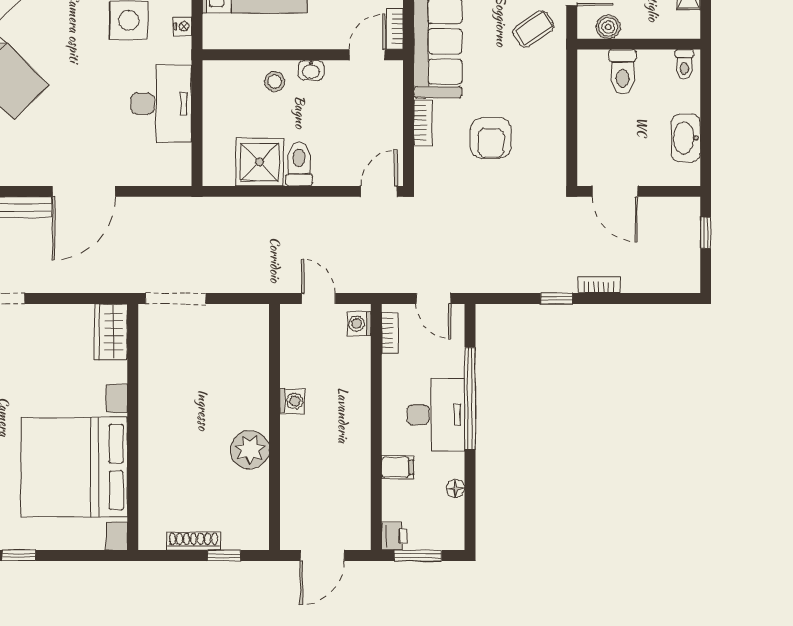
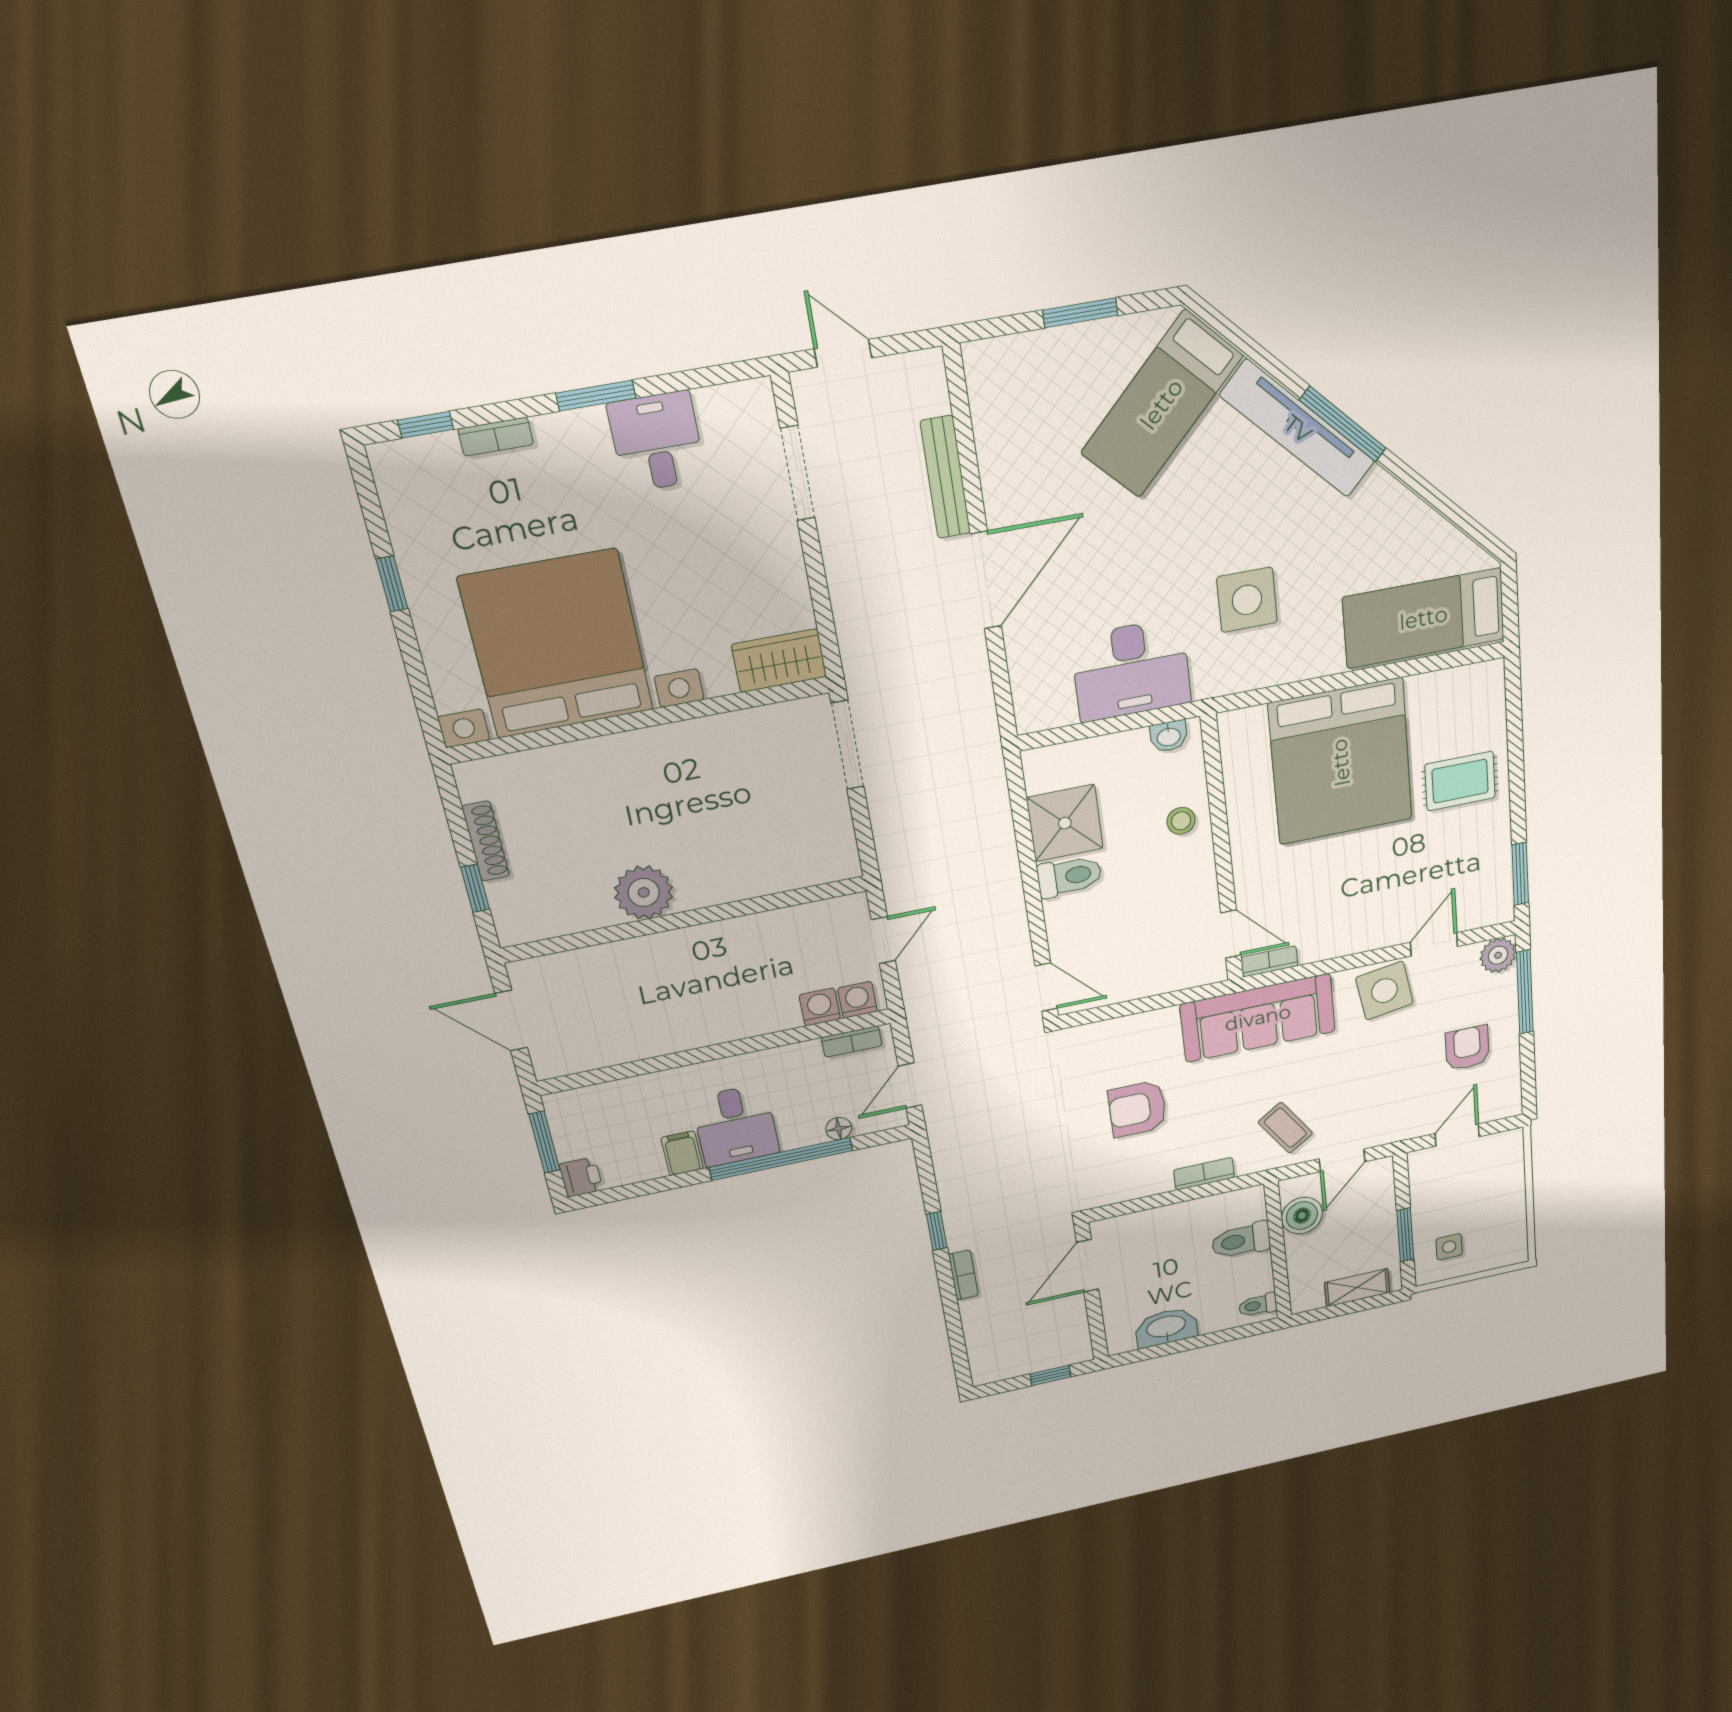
nightstand: (183, 26) -> (1246, 679), removed
boiler: (608, 27) -> (1302, 1216), width x1.36, depth x1.36
washbasin: (311, 70) -> (1169, 736), moved, turned -90
bookcase: (423, 123) -> (1204, 1174), moved, turned 180
door: (84, 191) -> (986, 580), swing flipped
washing machine: (292, 401) -> (820, 1007), moved, turned 180
desk: (436, 415) -> (735, 1125), width x0.73
filing cabinet: (398, 467) -> (682, 1153), moved, turned 180
floor lamp: (456, 489) -> (839, 1129), moved
printer: (394, 536) -> (581, 1177), moved, turned -90

